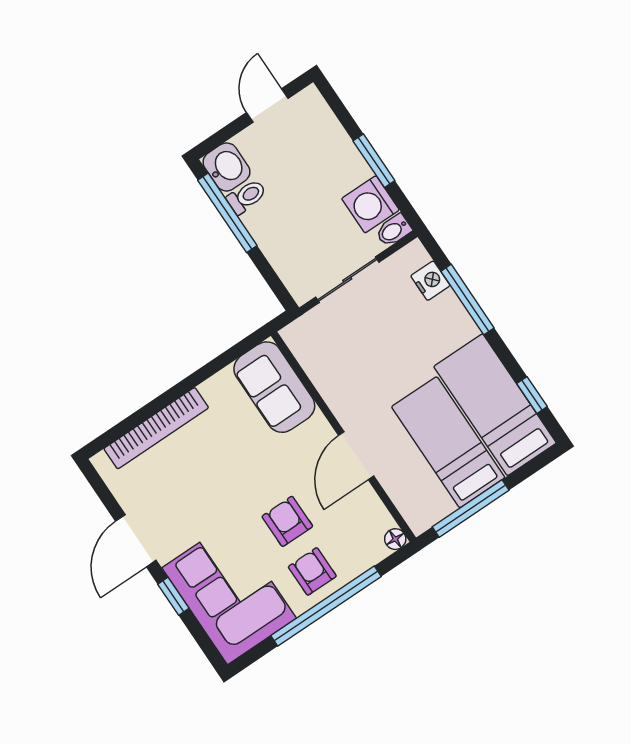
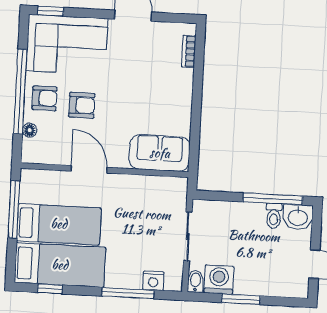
bookcase: (156, 428) -> (189, 51), width x0.43, depth x0.76
floor lamp: (395, 539) -> (30, 130), moved
window: (173, 596) -> (51, 11), moved

